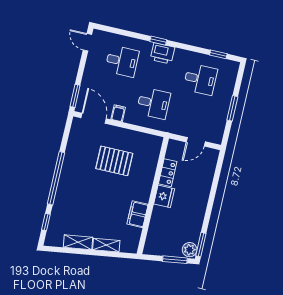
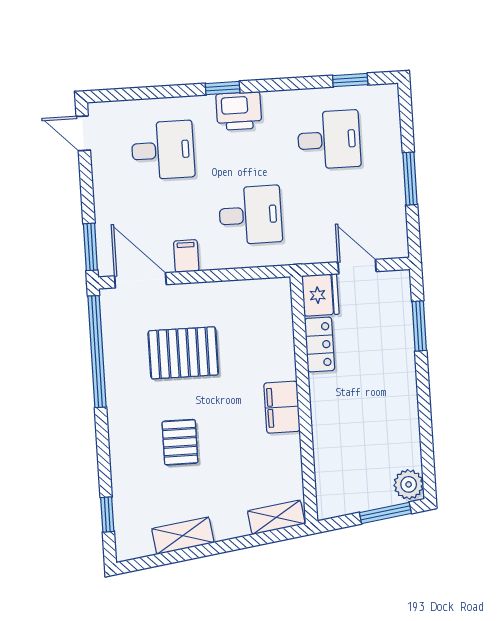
door: (196, 142) -> (357, 267), swing flipped
pallet: (114, 161) -> (183, 353), moved
window: (56, 178) -> (97, 352), moved
fridge: (164, 196) -> (320, 295), moved
pallet: (90, 199) -> (180, 442), added
filing cabinet: (137, 214) -> (282, 407), moved
shelving: (106, 245) -> (276, 517), moved
window: (201, 245) -> (419, 326), moved

